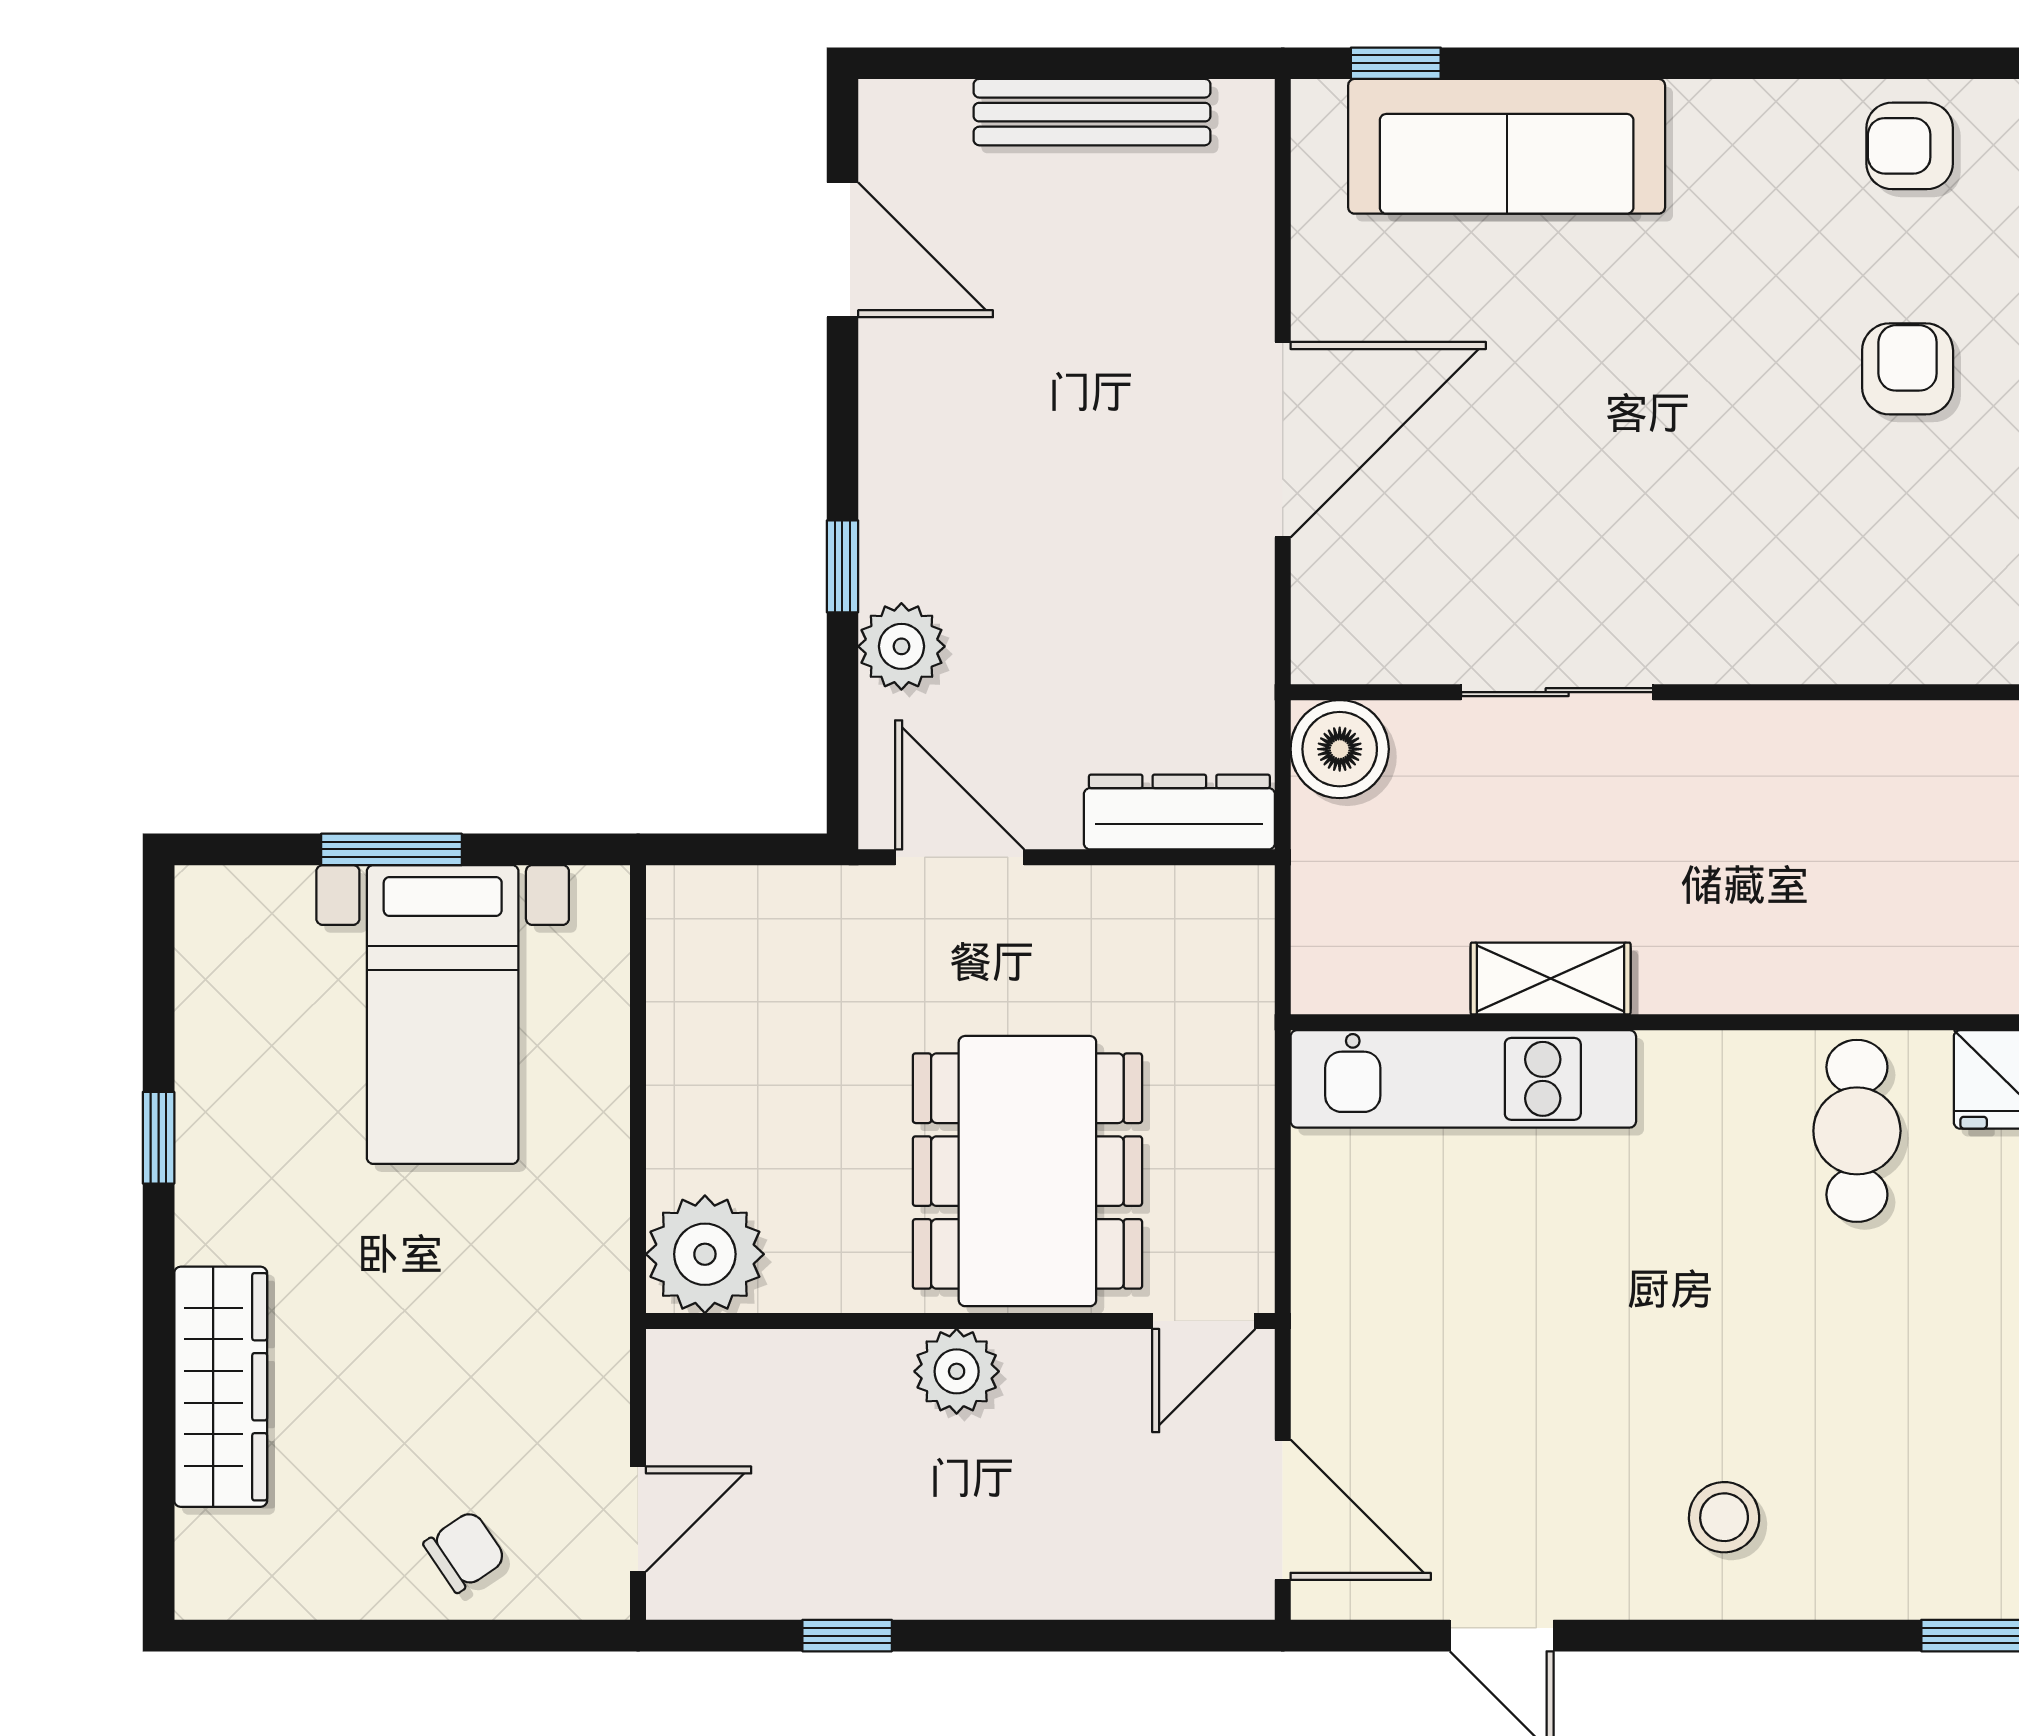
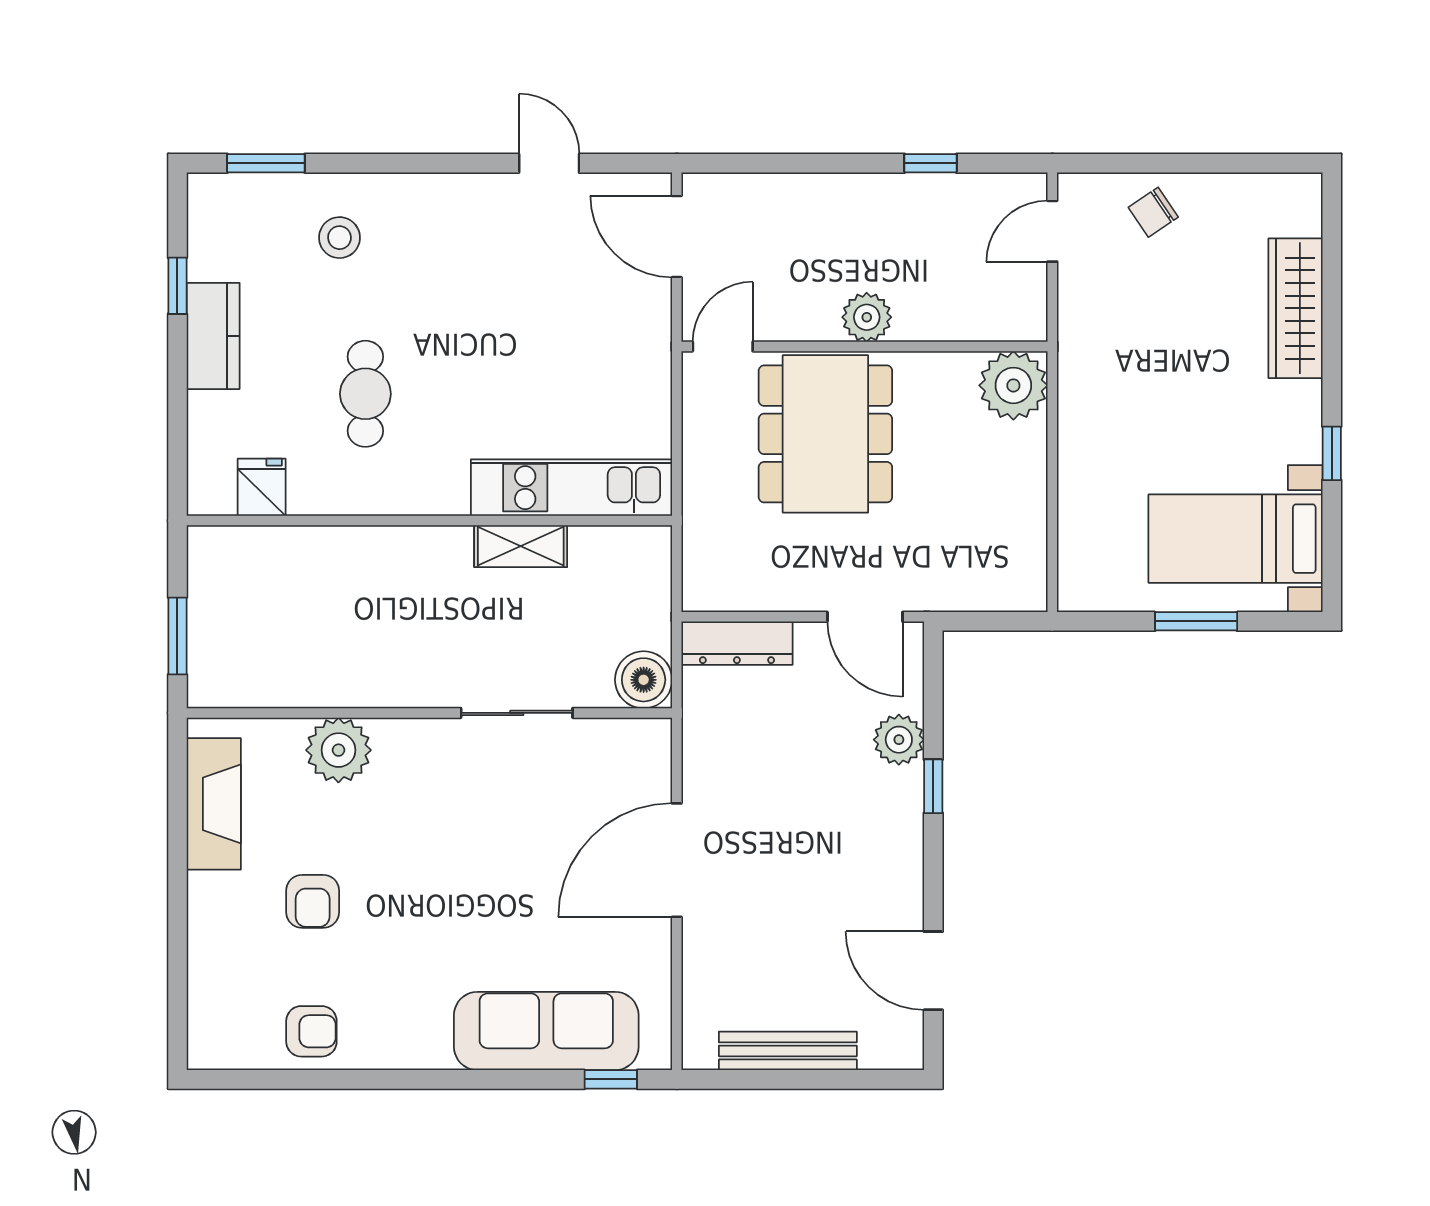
plant: (1863, 628) -> (338, 750), added
bed with nightstands: (443, 1015) -> (1236, 539), moved, turned -90
cafe table: (1857, 1131) -> (365, 394), moved
stool: (1724, 1517) -> (339, 238), moved

